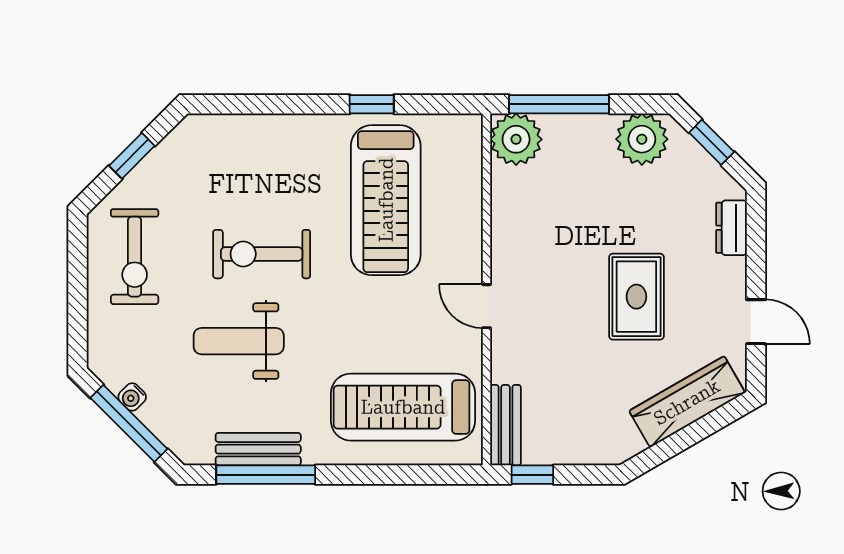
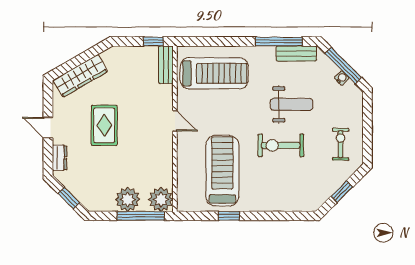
plant: (642, 139) -> (128, 199), moved
exercise bike: (262, 254) -> (281, 145), turned 180
exercise bike: (135, 257) -> (341, 144), width x0.73, depth x0.72
door: (756, 322) -> (48, 128), moved
bench: (258, 449) -> (296, 53), moved

